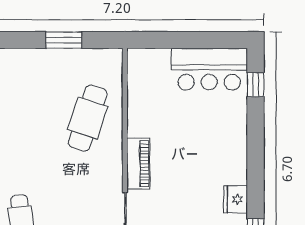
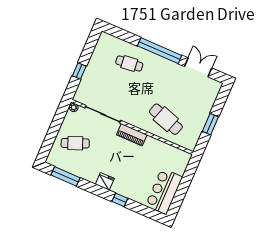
window: (256, 85) -> (120, 200), moved
fridge: (236, 199) -> (105, 181), moved

